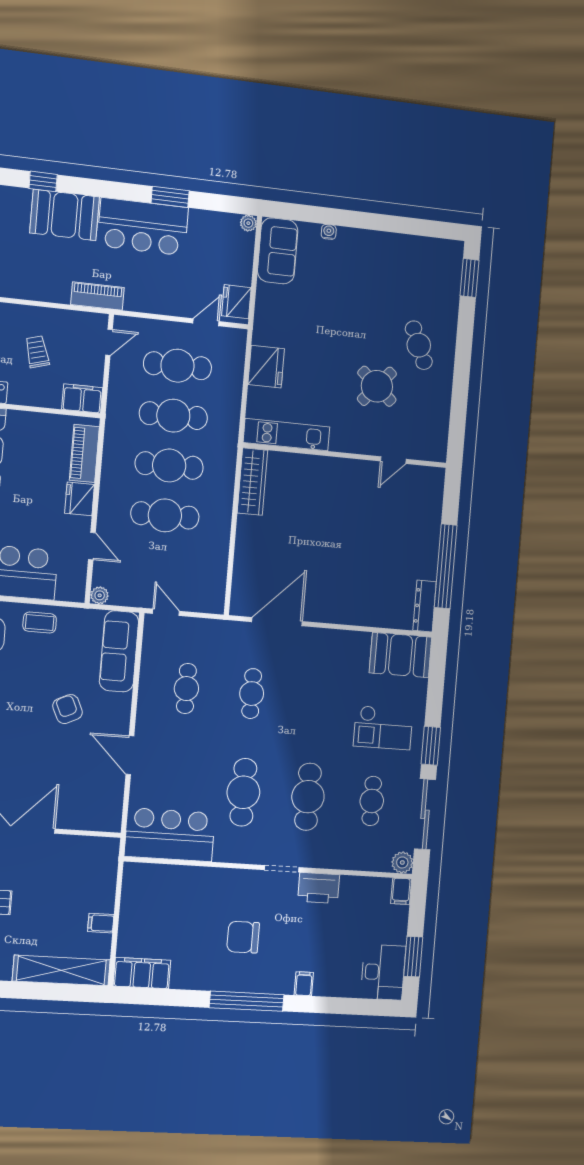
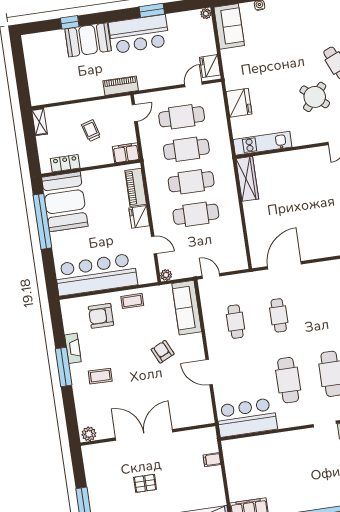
filing cabinet: (101, 923) -> (212, 460), moved
chair: (243, 937) -> (310, 473), removed

